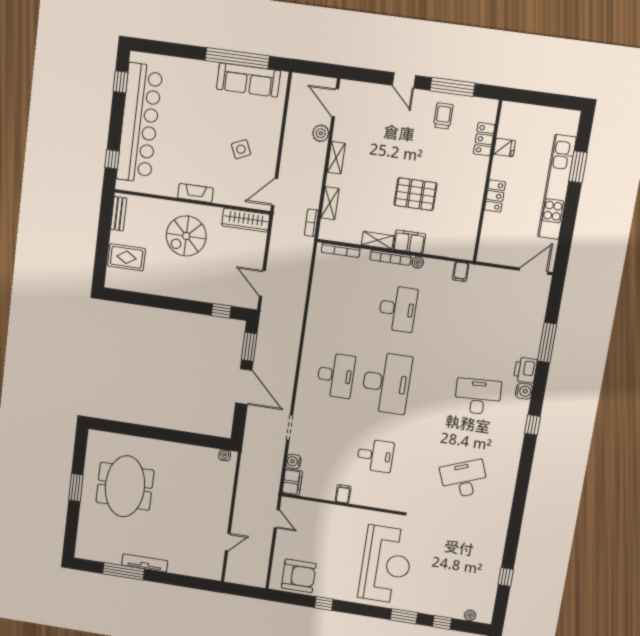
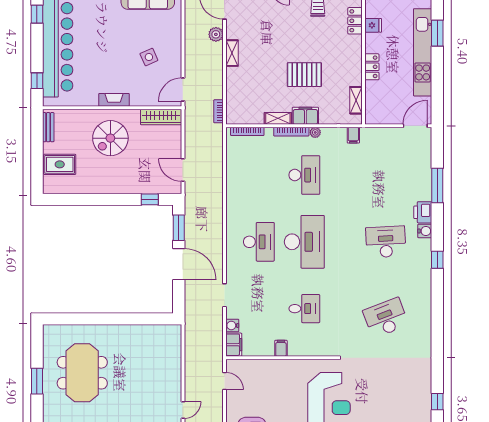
shelving: (330, 203) -> (356, 100), moved
water cooler: (225, 455) -> (170, 330), removed

